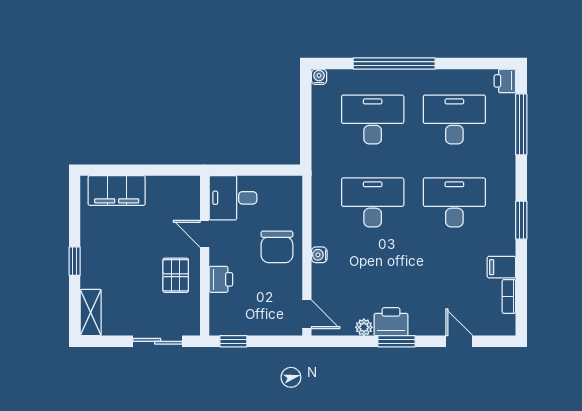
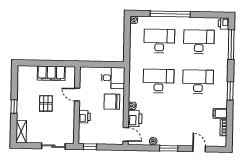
filing cabinet: (117, 190) -> (51, 73), moved
desk: (233, 198) -> (113, 78), moved, turned 180
chair: (277, 247) -> (112, 102), turned 90
pallet: (176, 275) -> (46, 103), moved
printer: (391, 322) -> (135, 119), moved, turned 90

